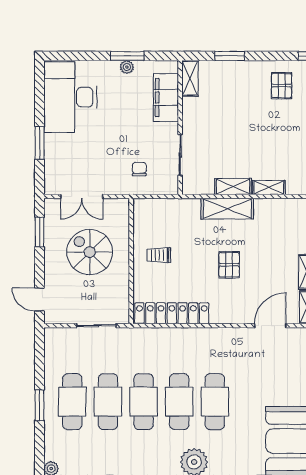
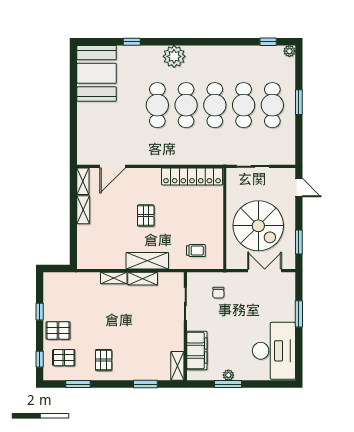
spiral stairs: (90, 252) -> (258, 226), width x1.37, depth x1.37
trolley: (159, 255) -> (196, 251), moved

